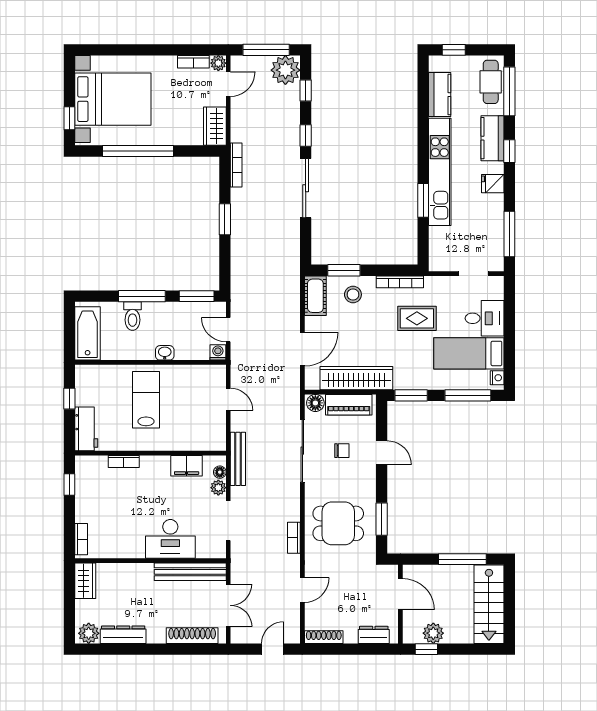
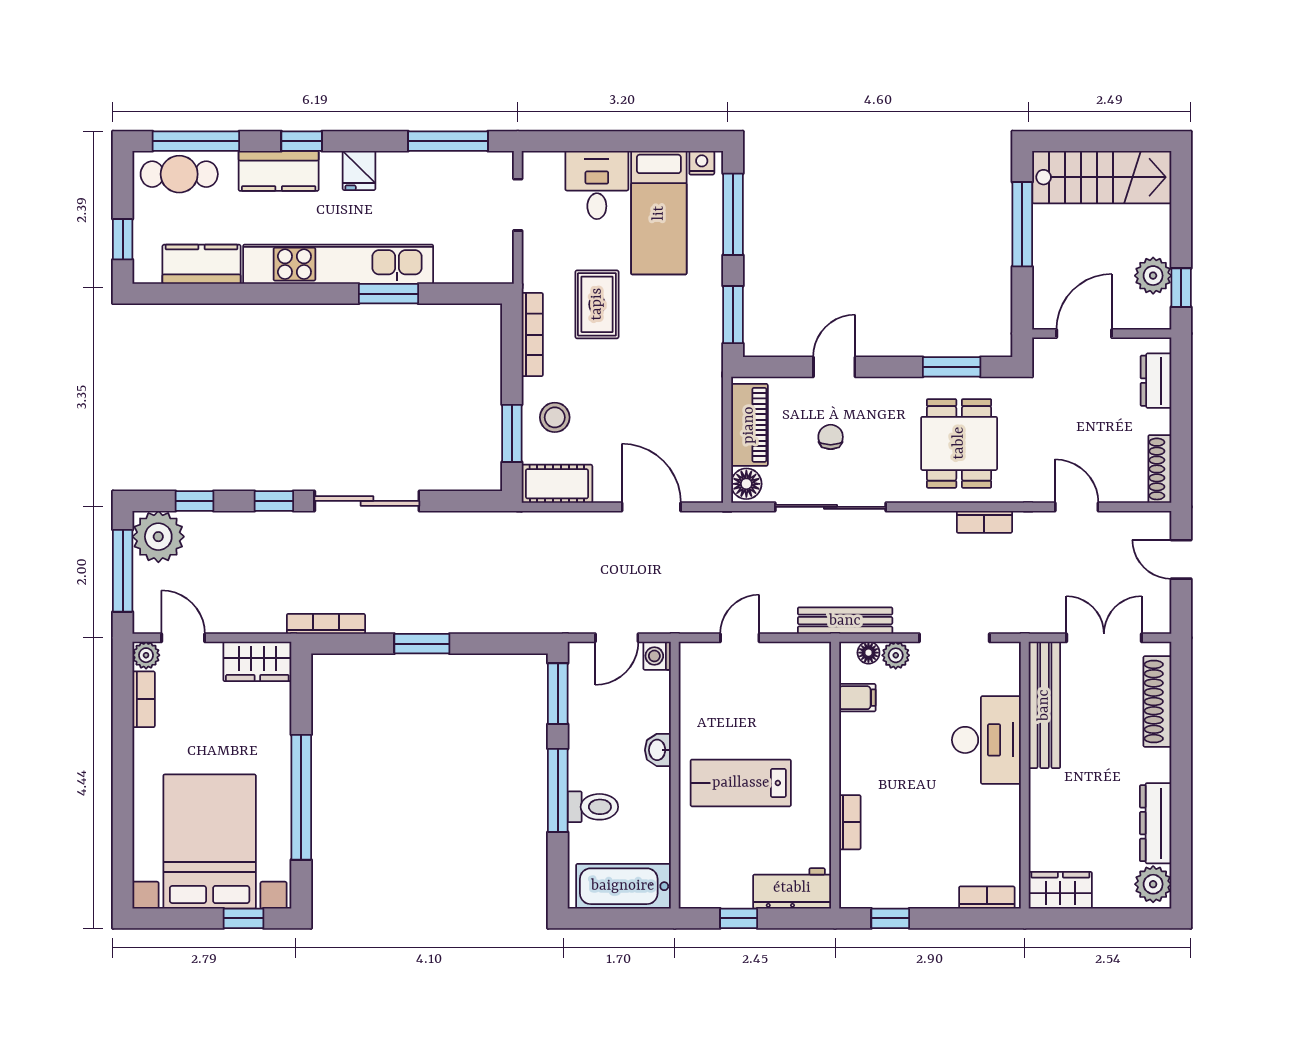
wardrobe: (356, 378) -> (702, 411), removed
filing cabinet: (187, 466) -> (857, 698), width x0.50

